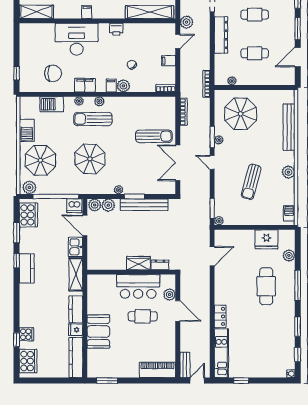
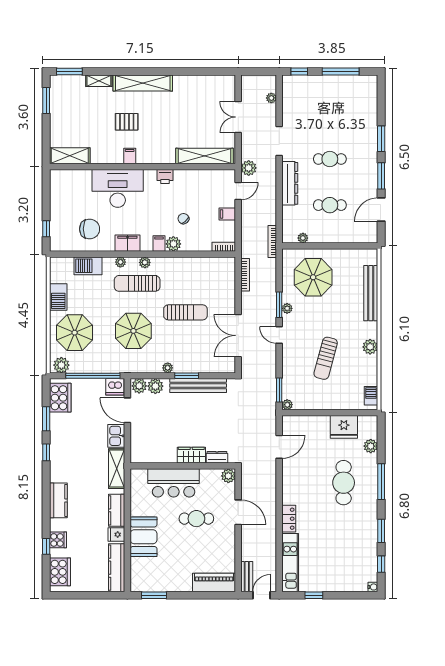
sun lounger: (154, 136) -> (185, 312), moved
kitchen counter: (27, 268) -> (58, 500), moved
bar counter: (138, 286) -> (174, 483), moved
plant: (170, 295) -> (228, 476), moved

